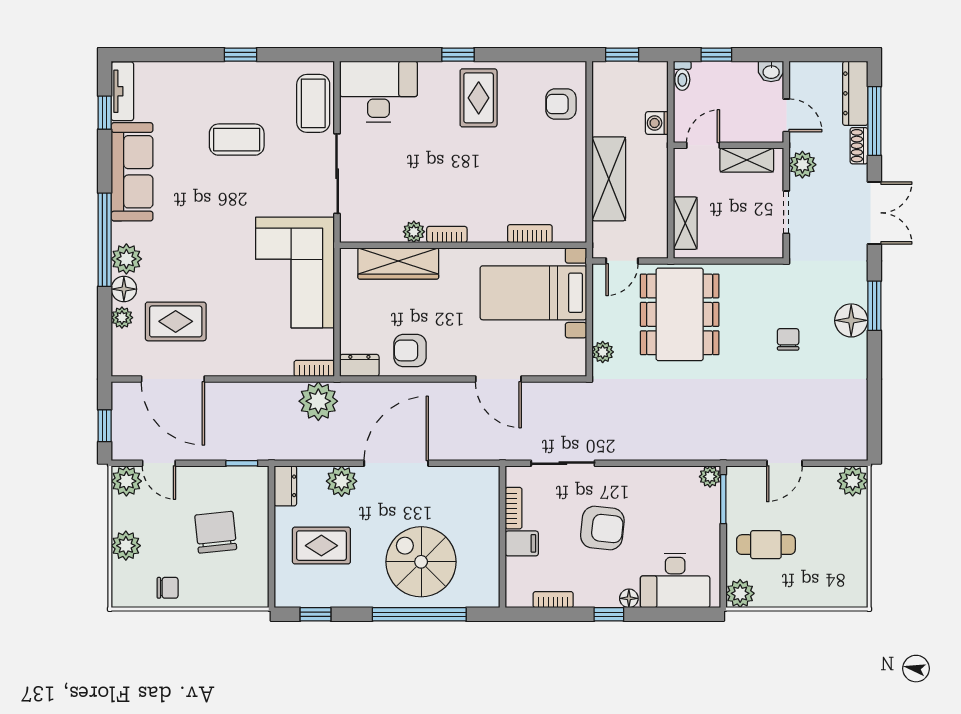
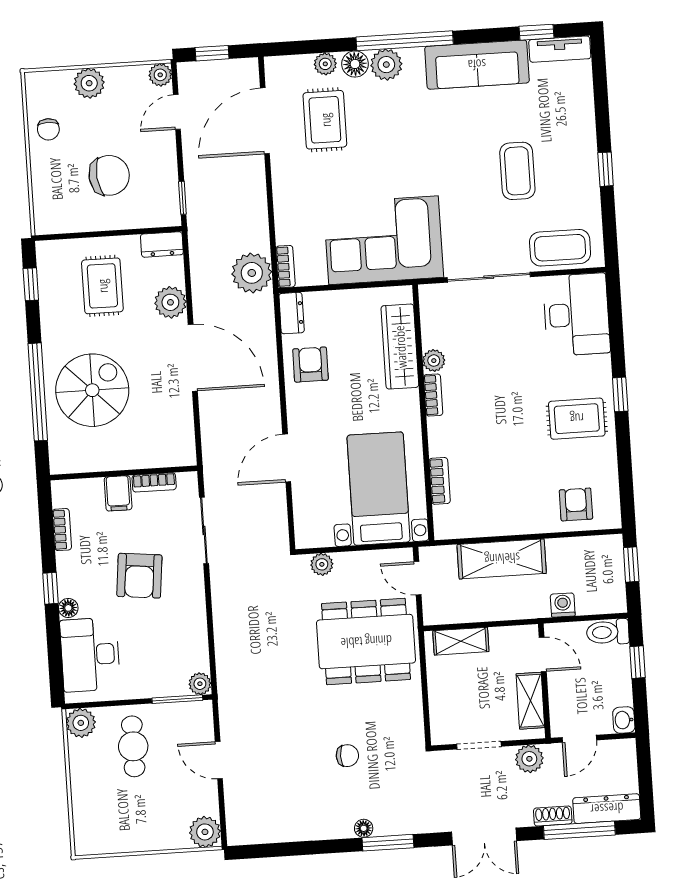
toilet: (682, 76) -> (608, 632), width x1.37, depth x1.39
floor lamp: (851, 320) -> (364, 828), width x0.53, depth x0.53
plant: (126, 481) -> (160, 75), width x0.73, depth x0.73

